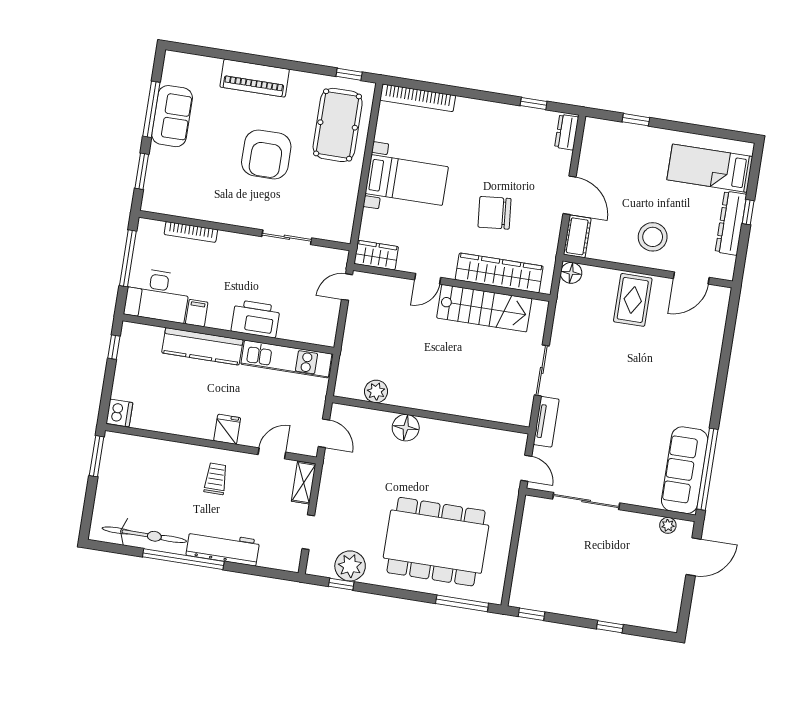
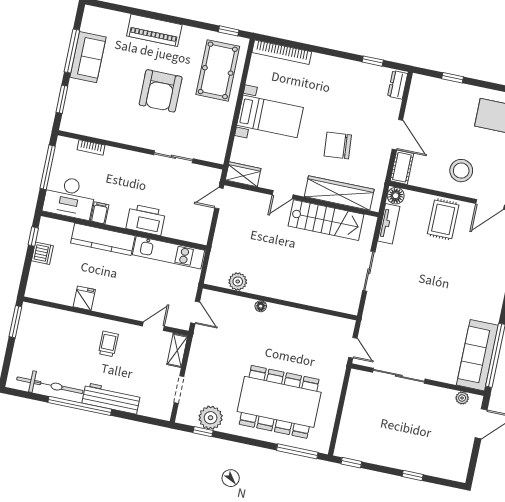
bookcase: (191, 232) -> (91, 147), width x0.64
dishwasher: (119, 413) -> (42, 253), moved
tv unit: (546, 422) -> (389, 224), moved
floor lamp: (406, 428) -> (261, 306), width x0.53, depth x0.53
fridge: (227, 429) -> (84, 298), moved

